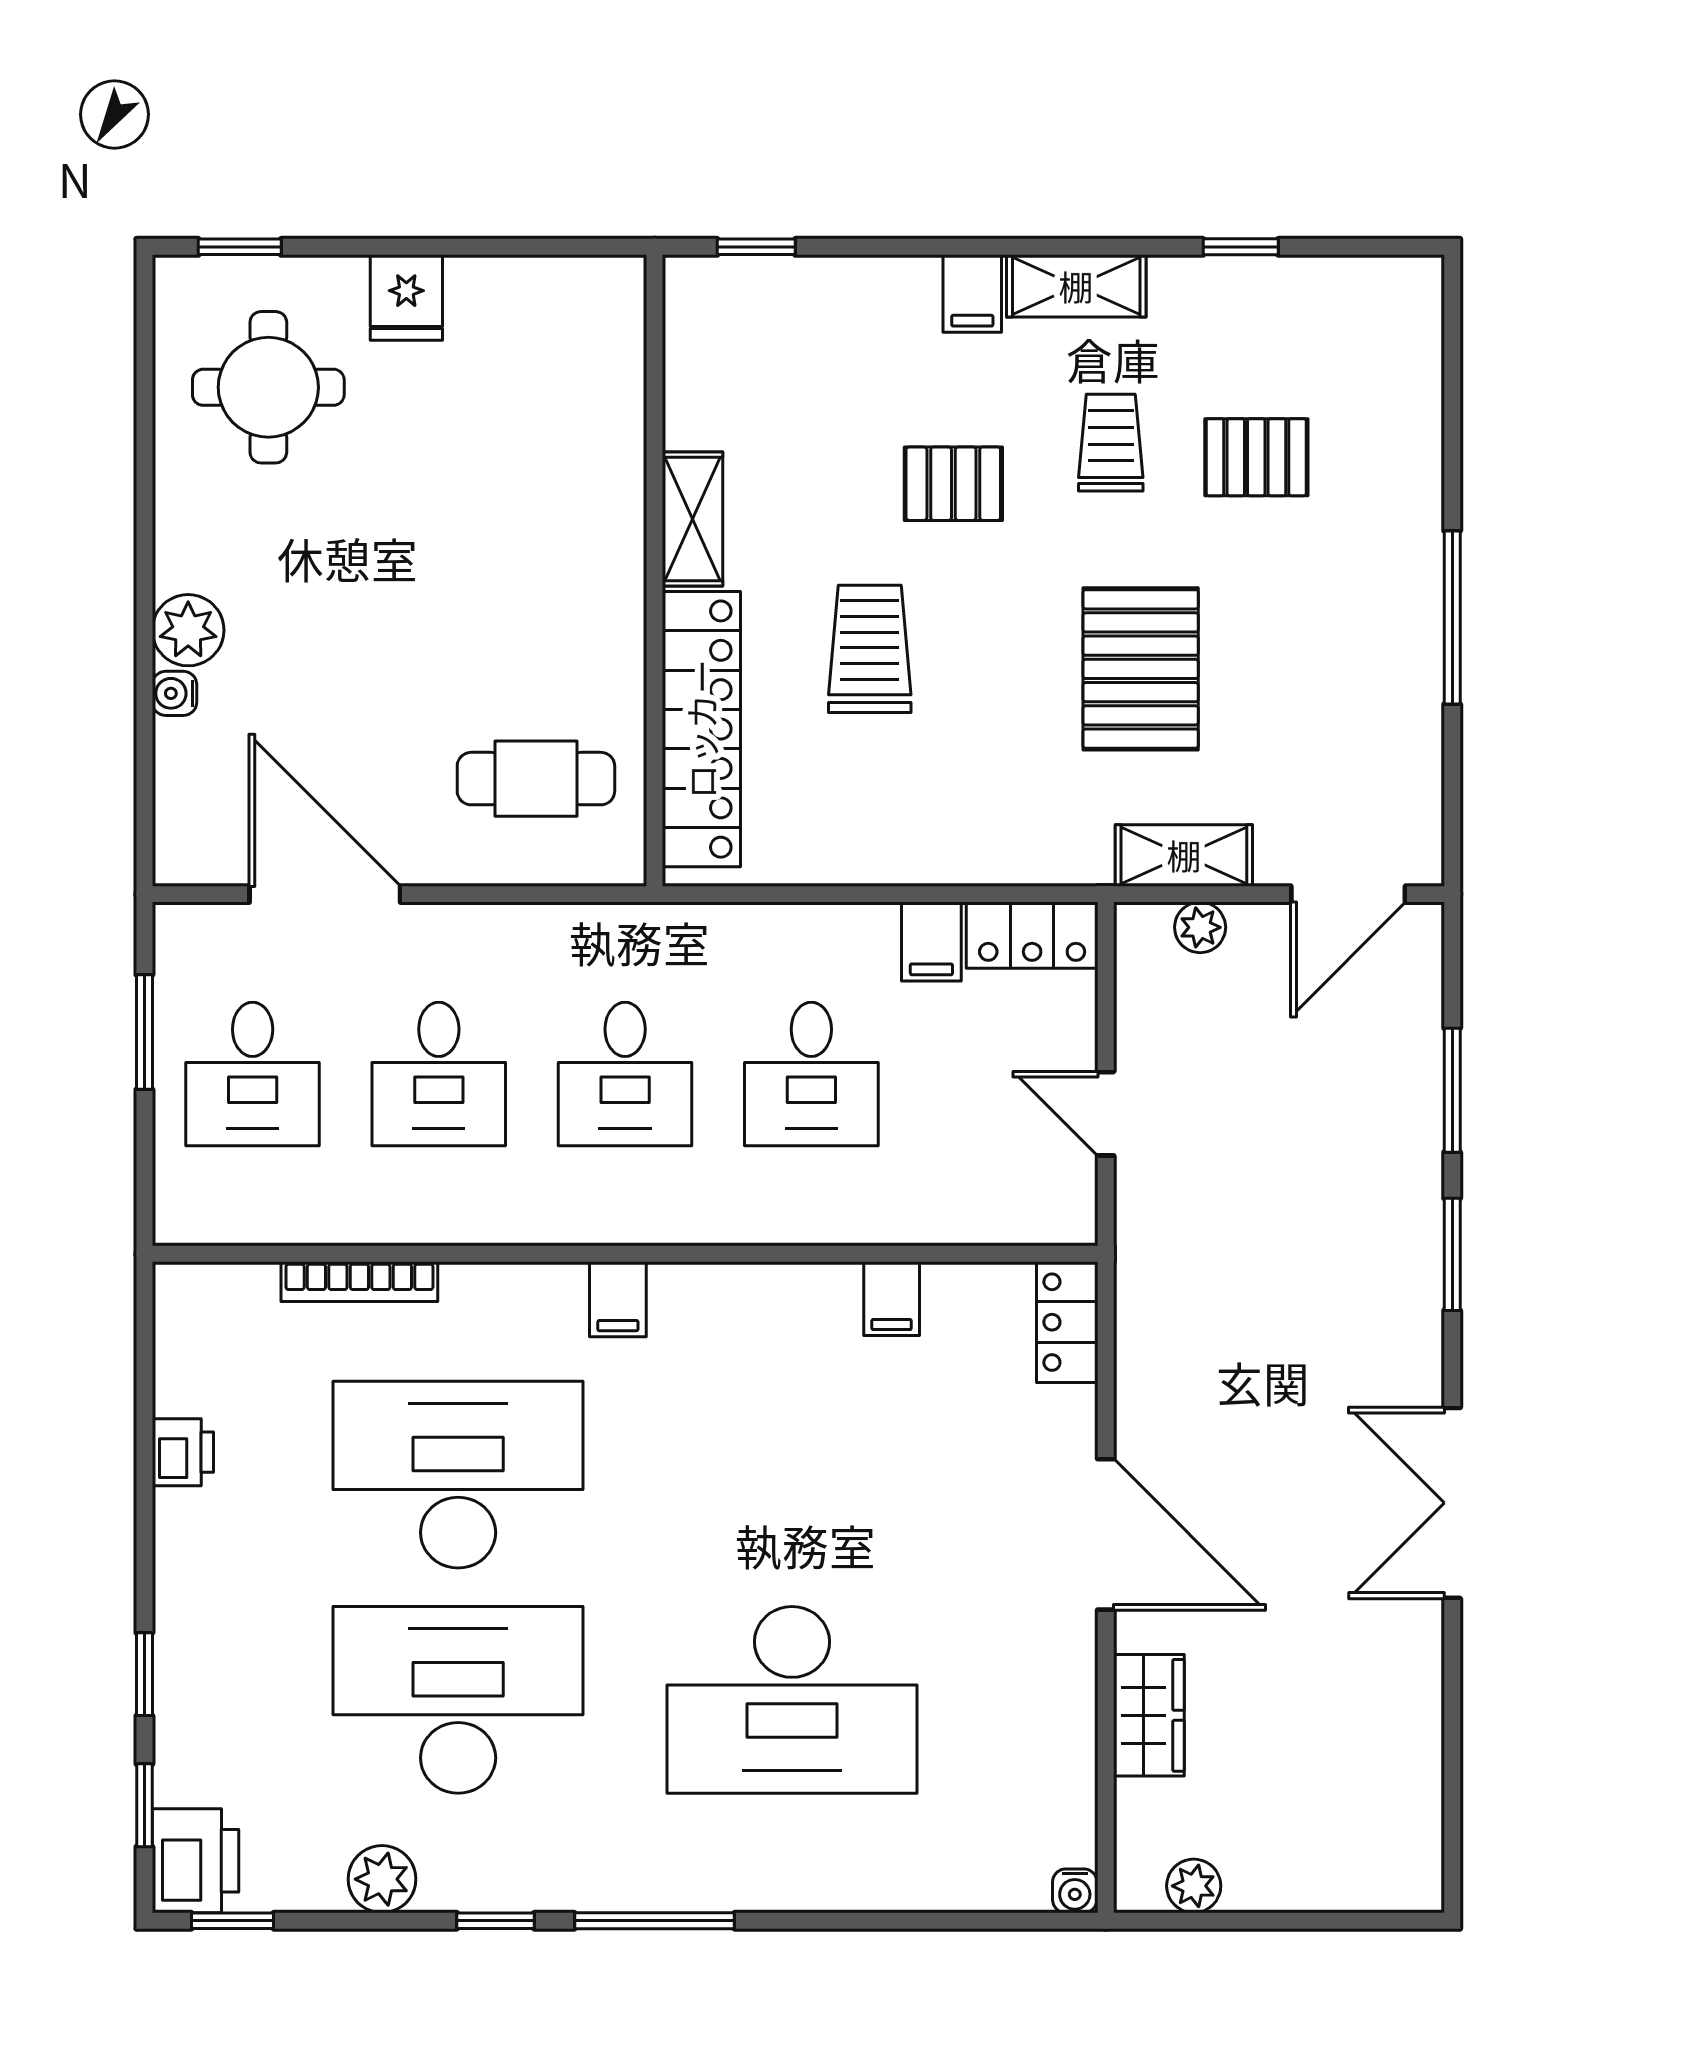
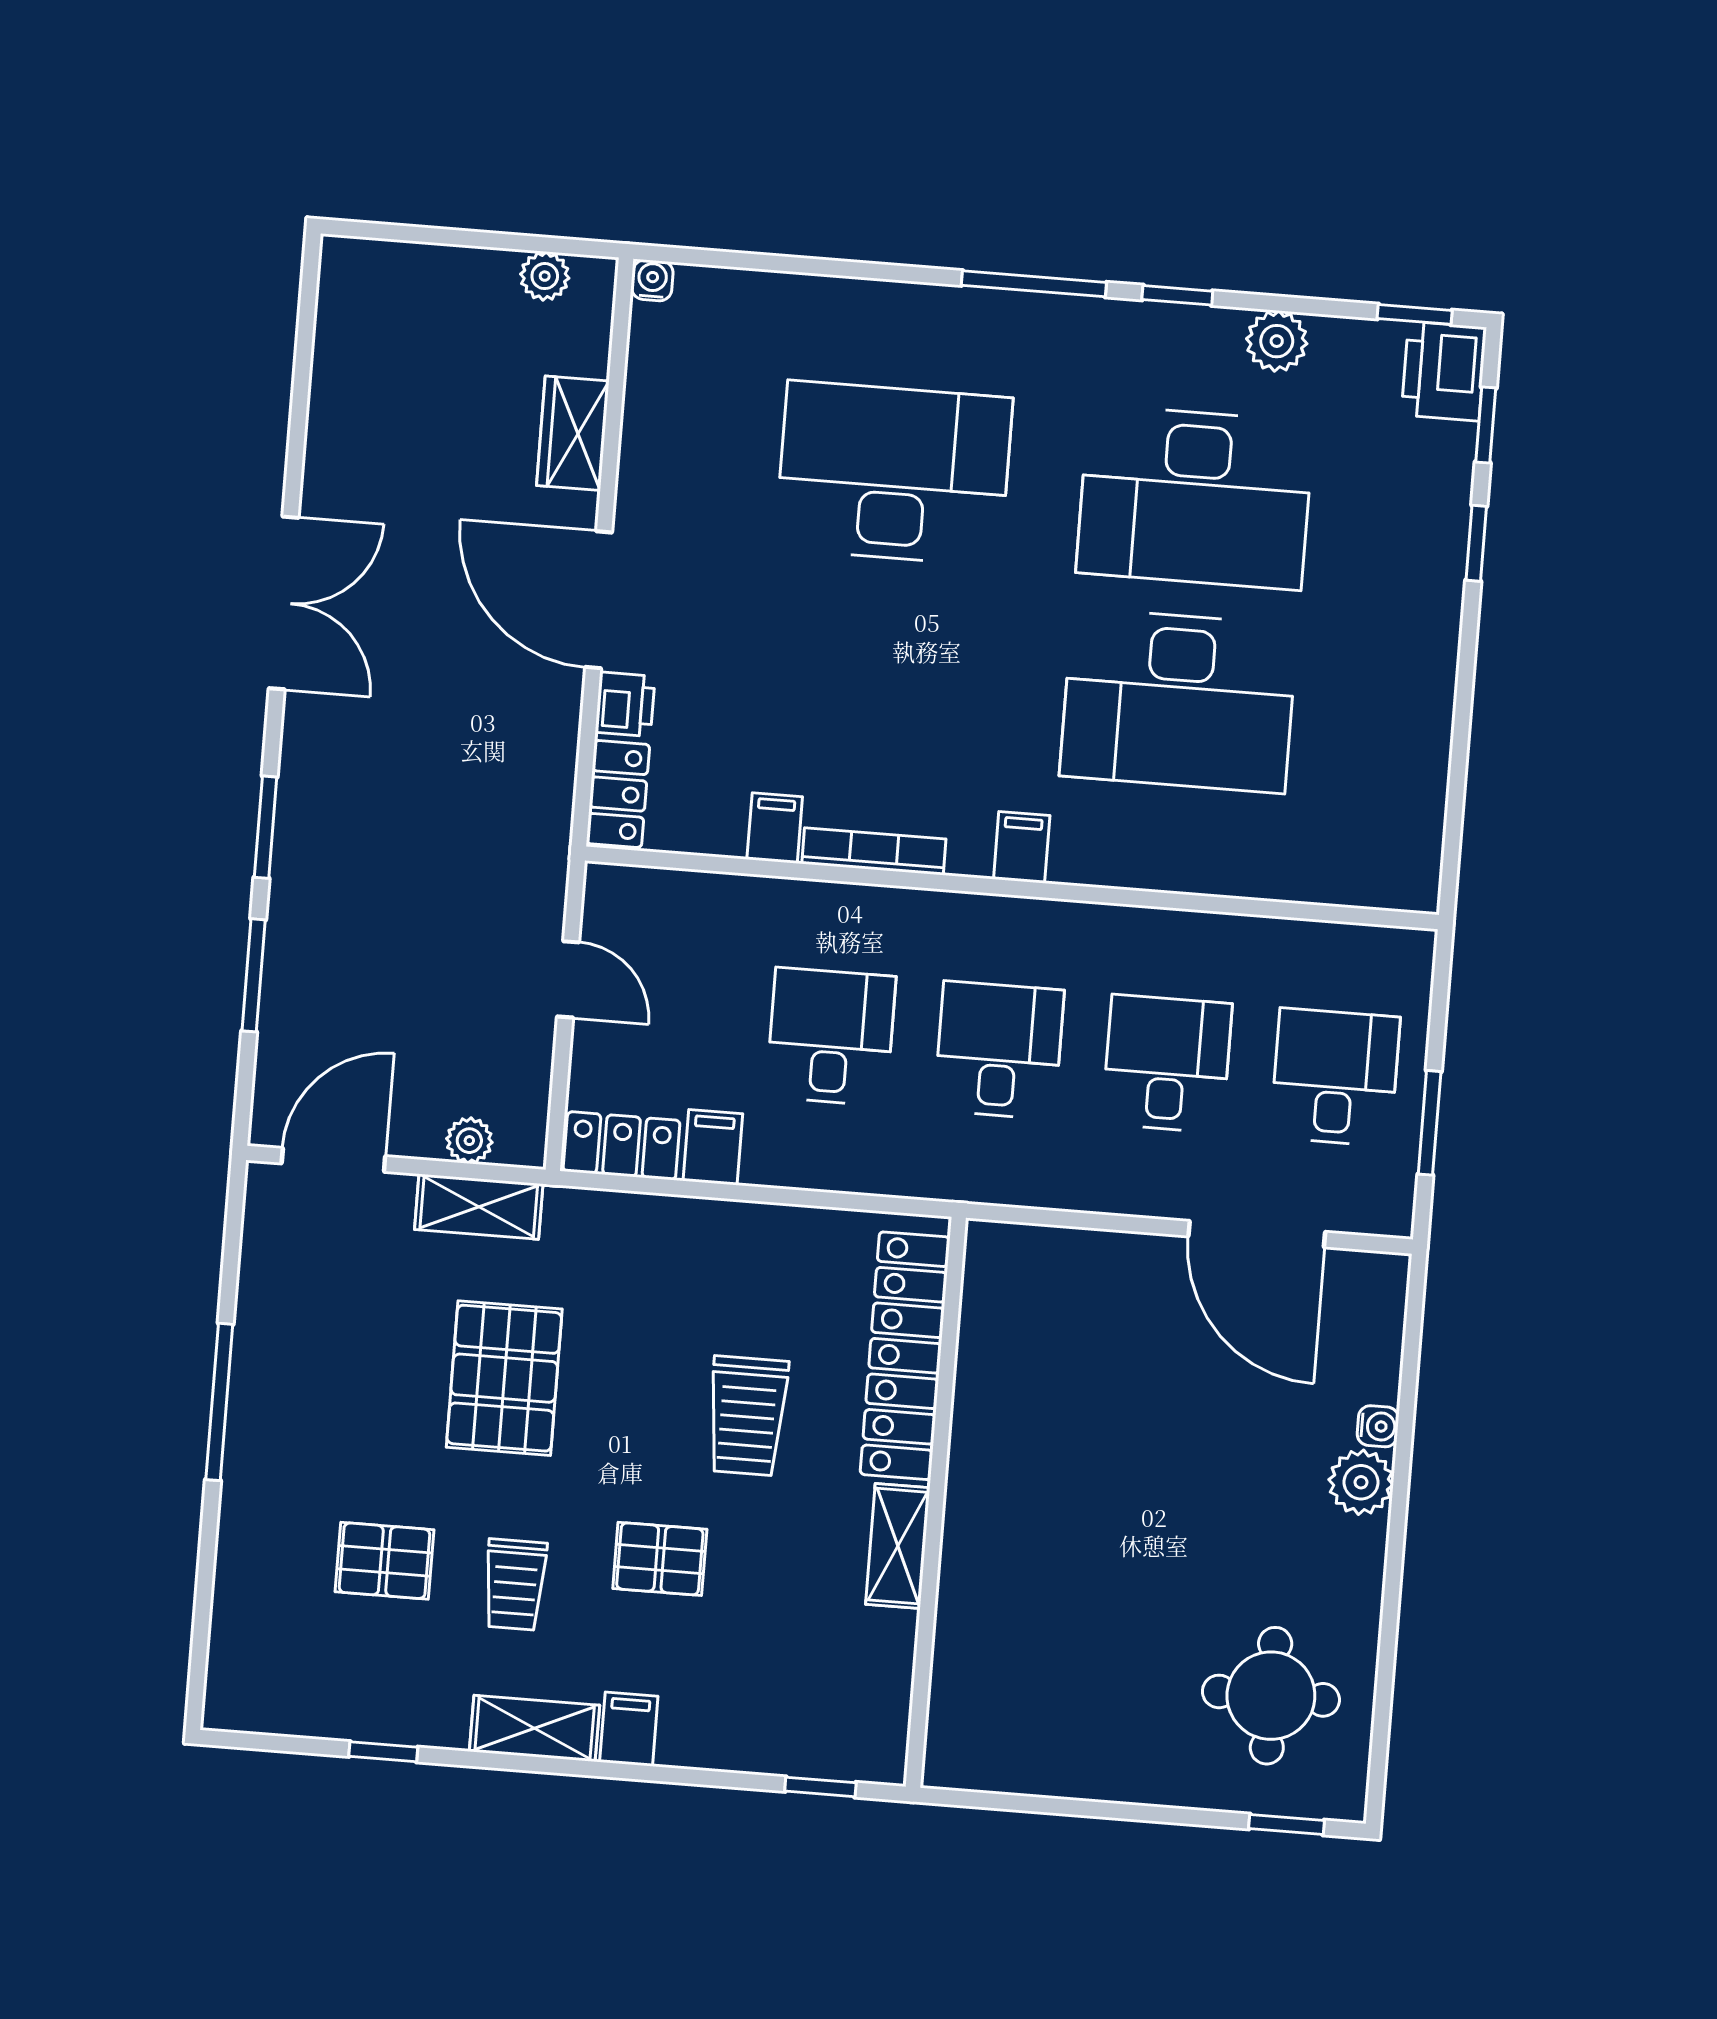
fridge: (406, 297) -> (1140, 1767), removed
cafe table: (536, 779) -> (1058, 1323), removed
bookcase: (359, 1282) -> (874, 851), moved
printer: (183, 1452) -> (625, 704), moved, turned 180

